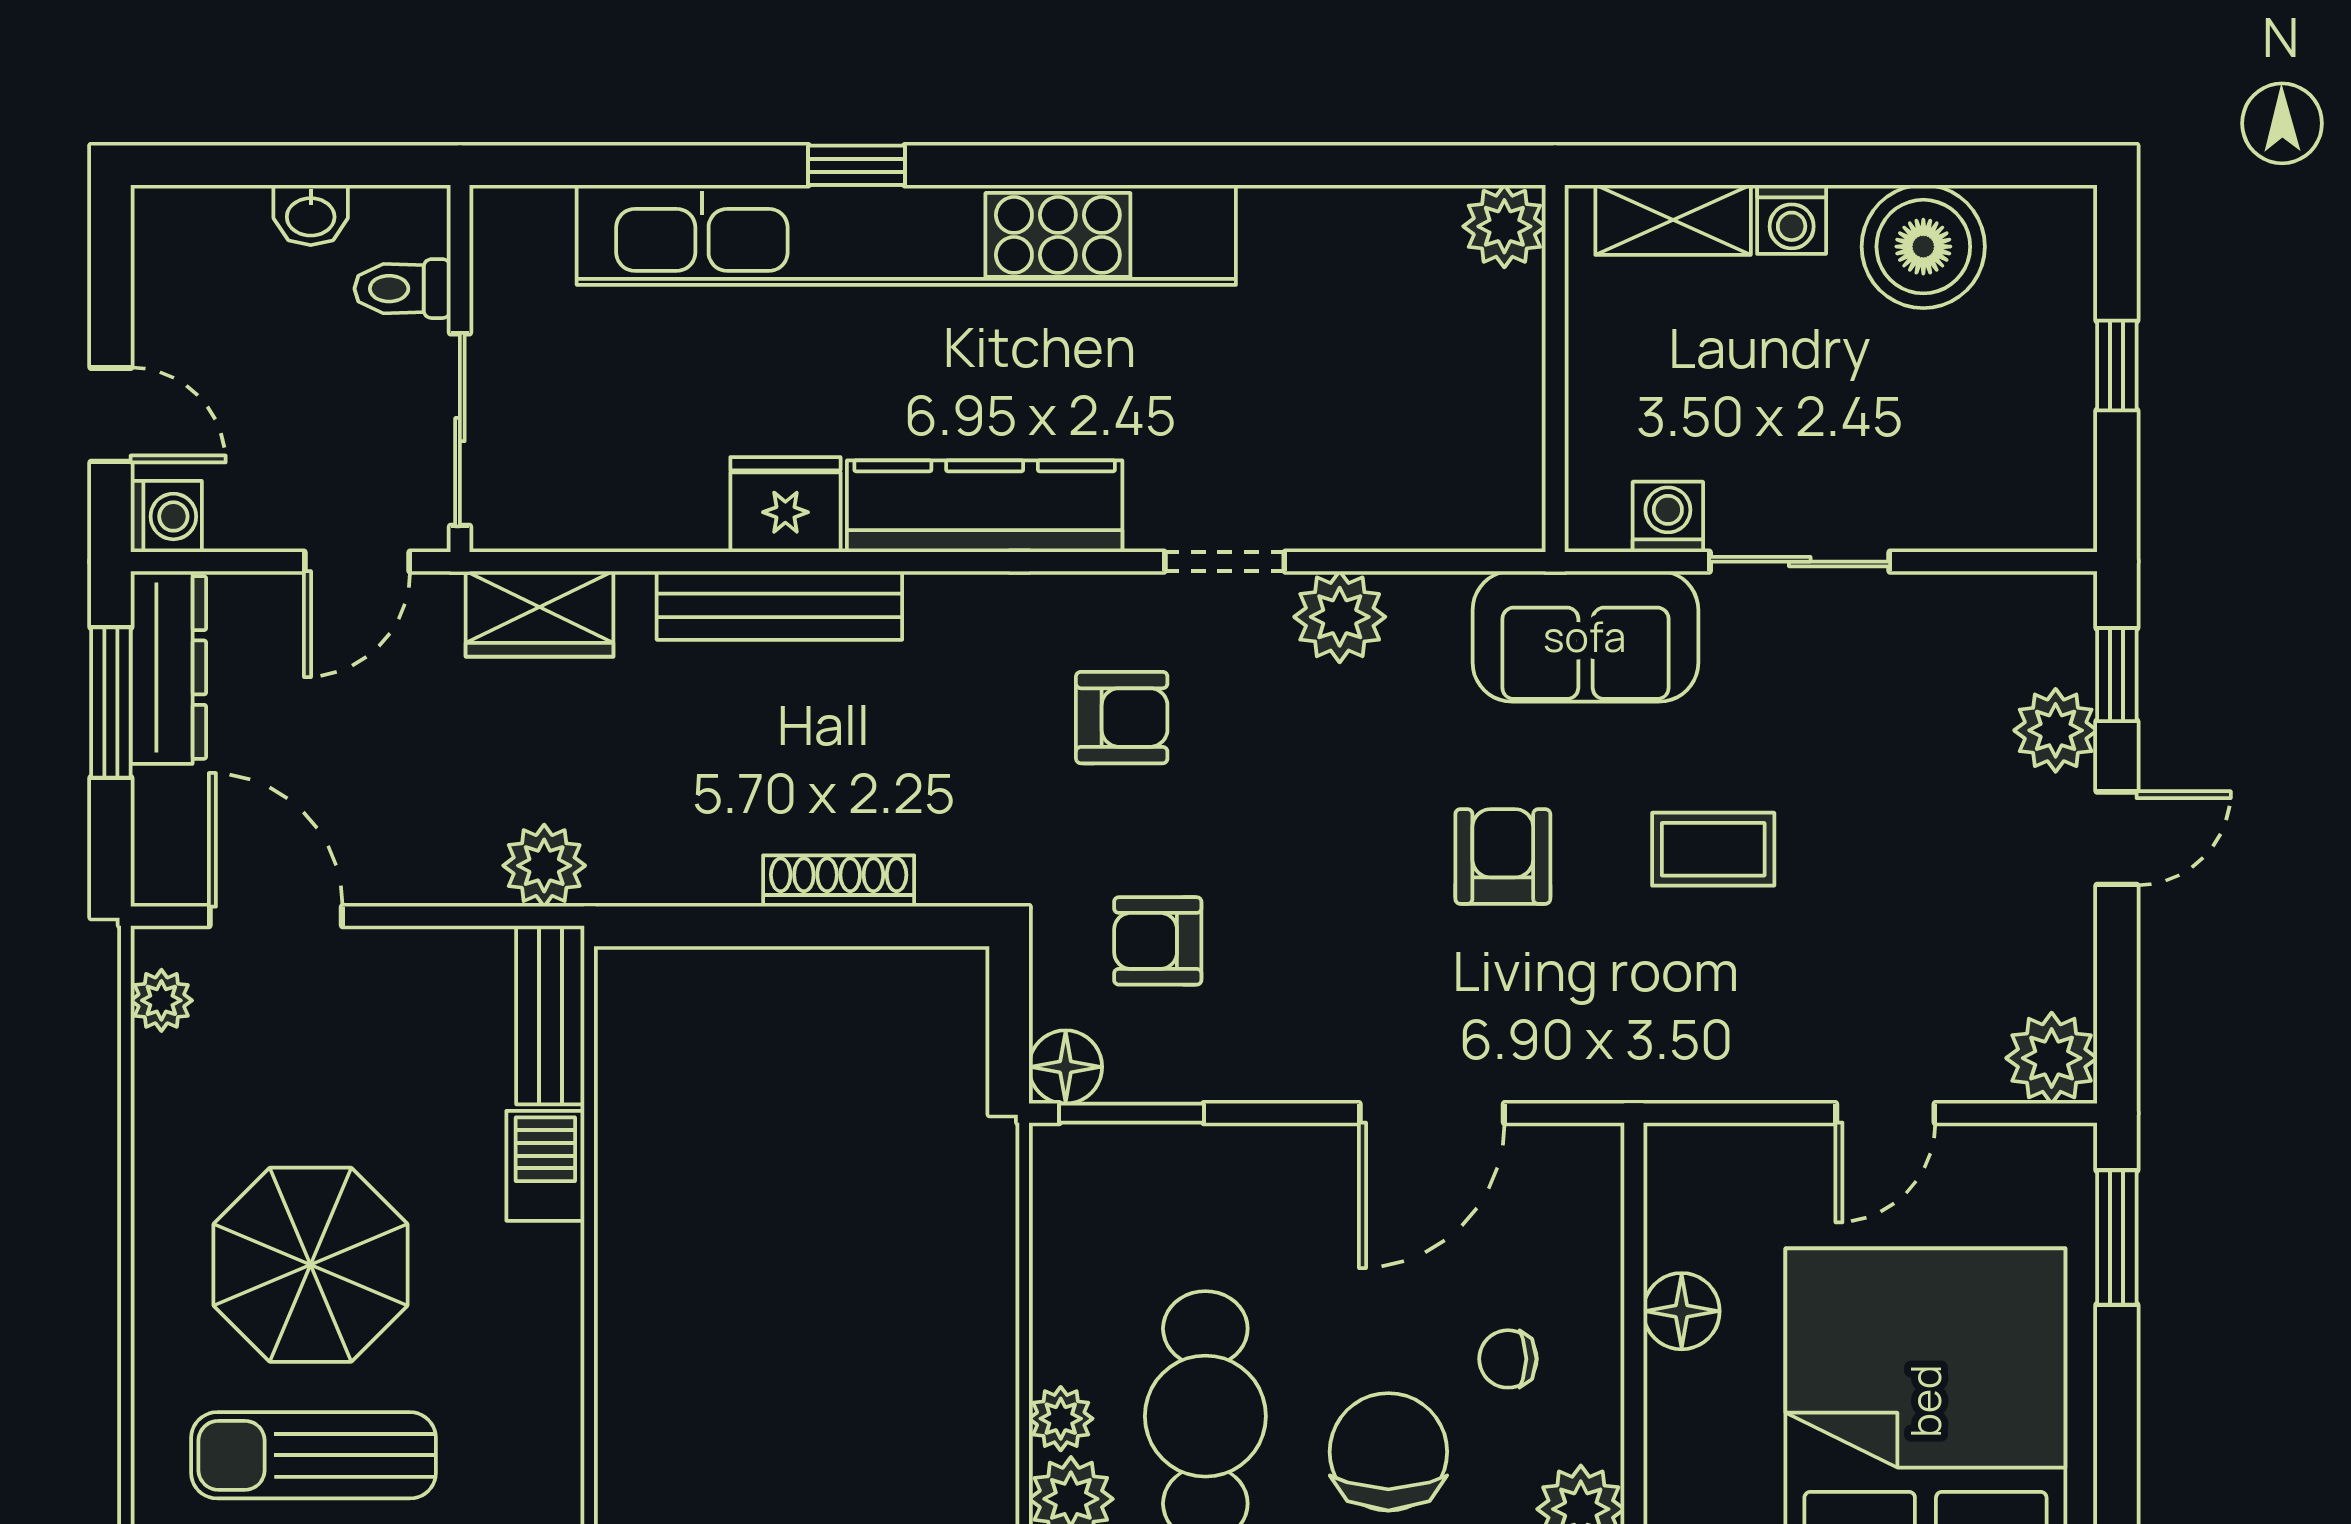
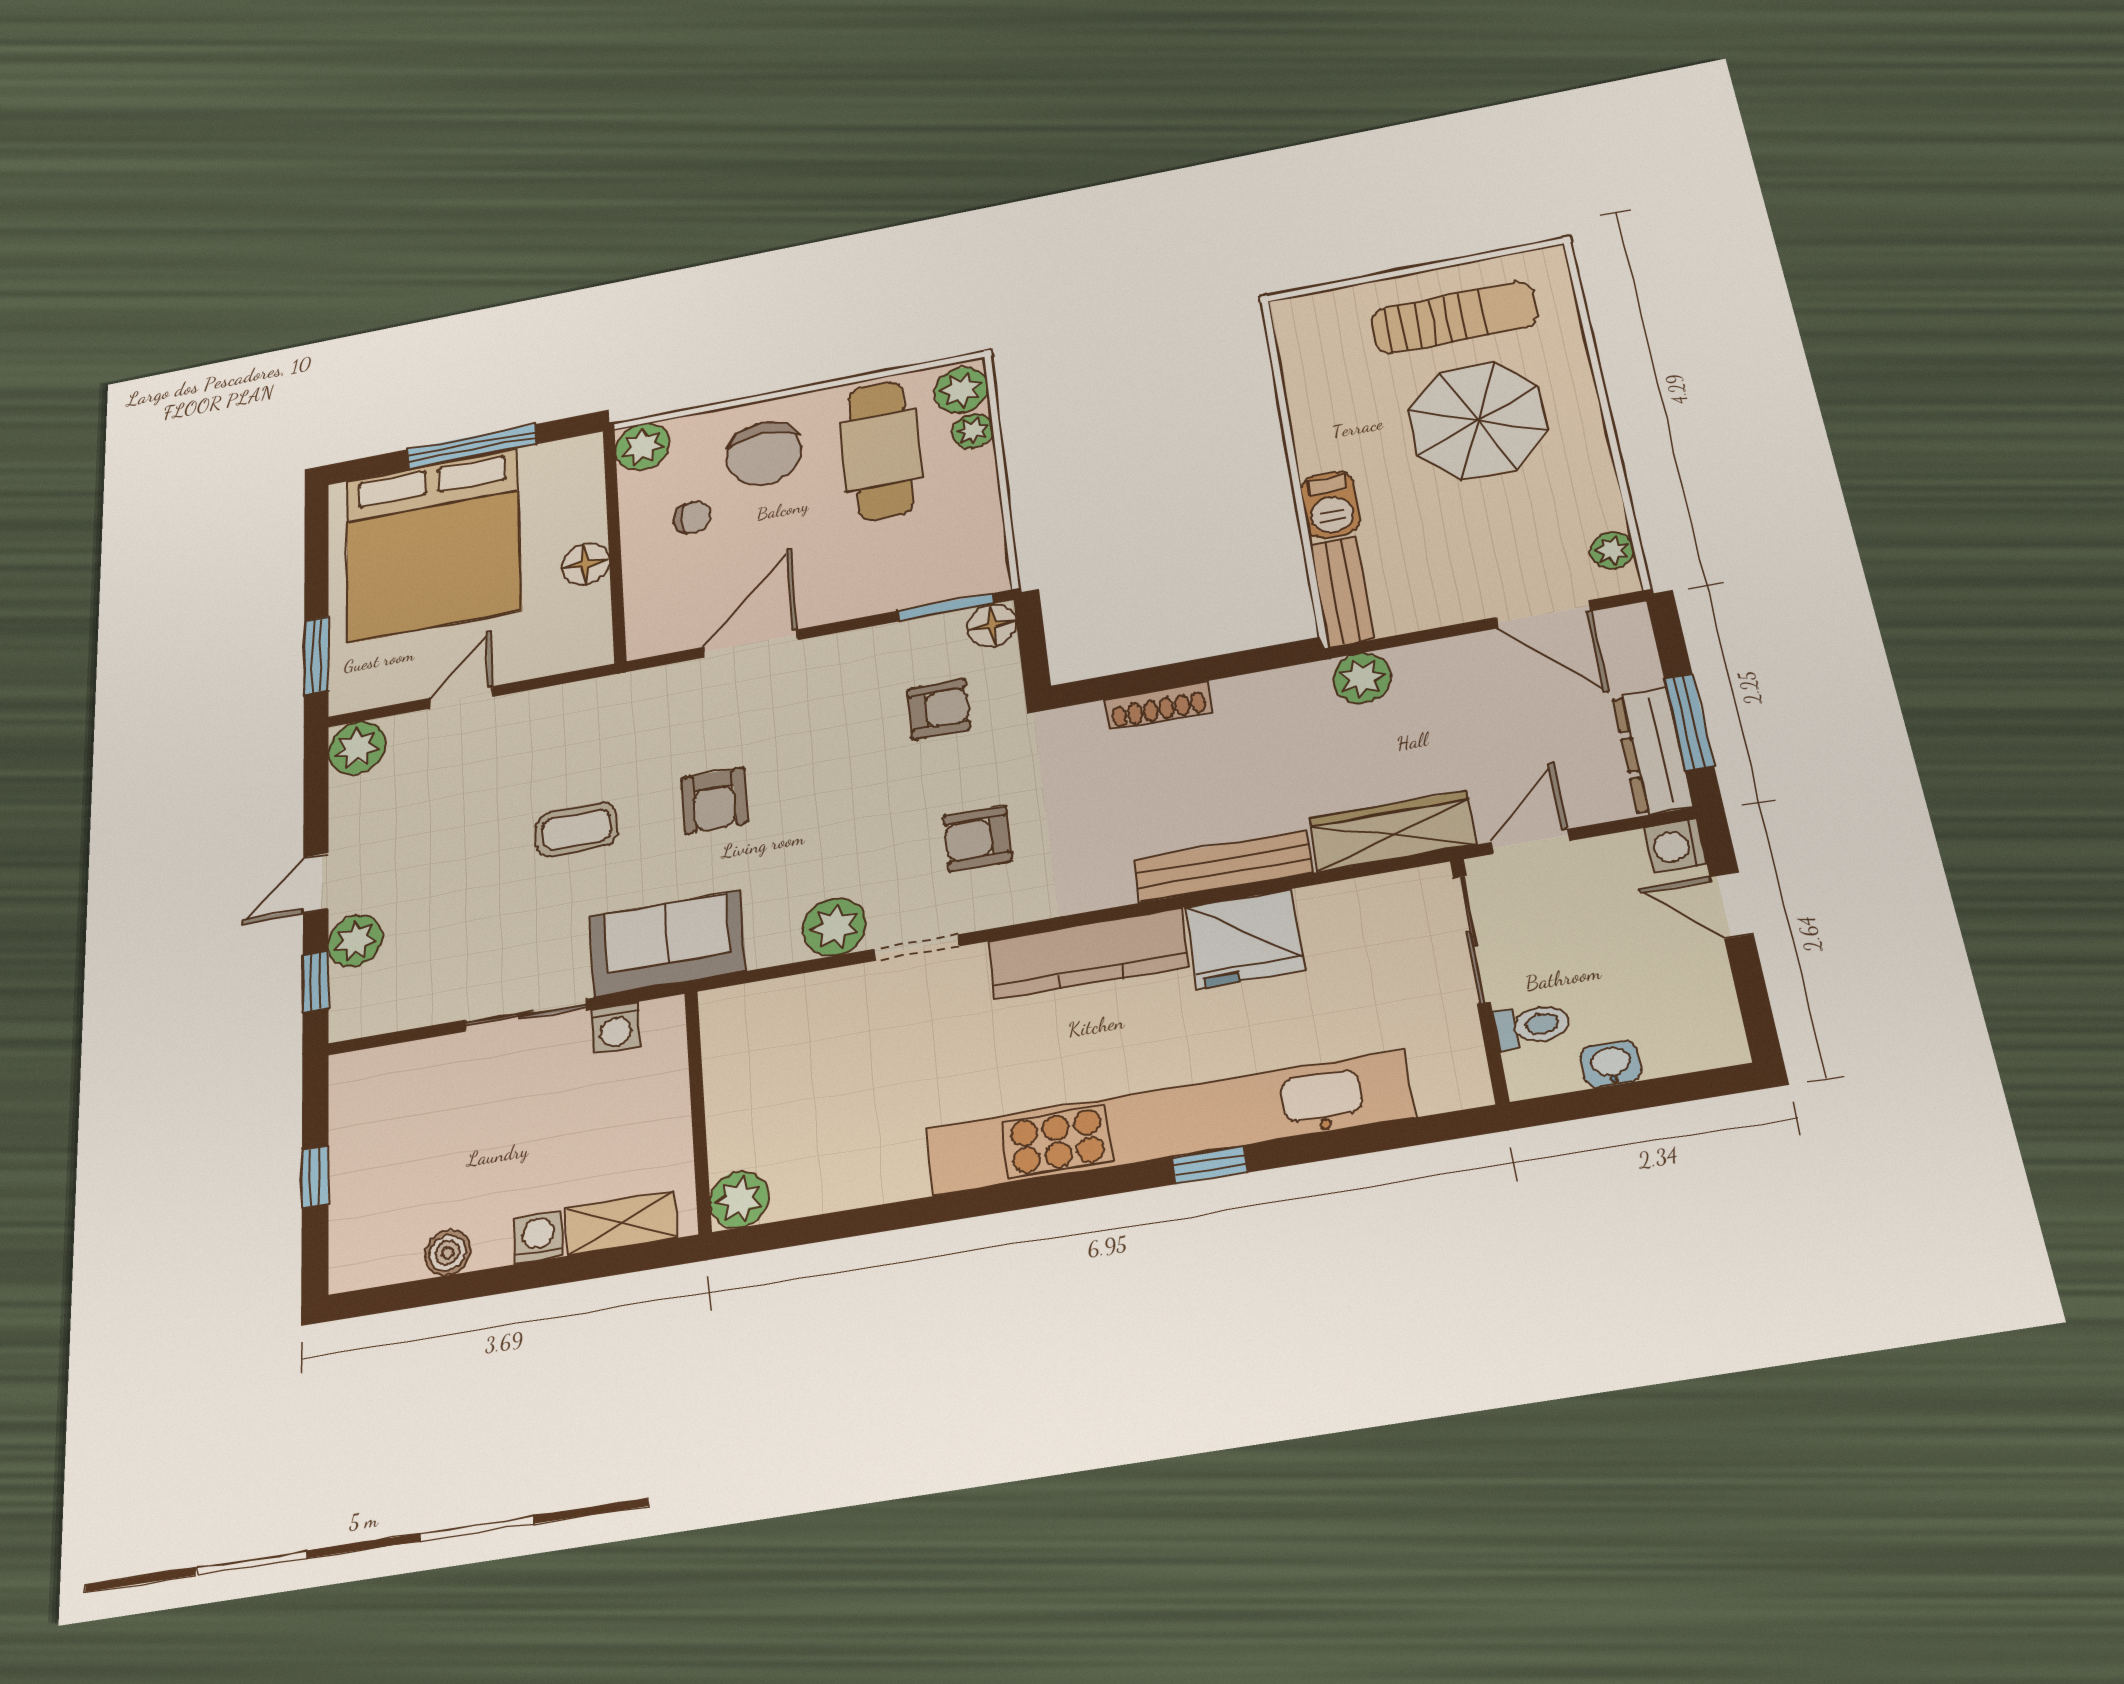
boiler: (1923, 247) -> (448, 1253), width x0.54, depth x0.54
fridge: (785, 505) -> (1245, 939), width x1.36, depth x1.34
wardrobe: (540, 614) -> (1393, 831), width x1.50

